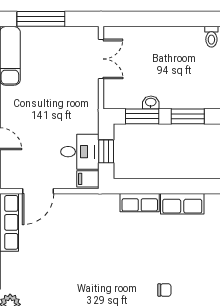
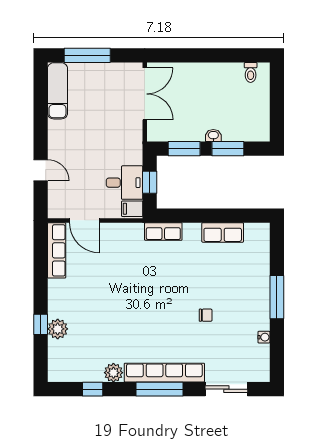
double door: (101, 59) -> (145, 94), width x1.37
washbasin: (151, 102) -> (213, 136), moved
door: (38, 191) -> (84, 220), hinge flipped
row of seats: (140, 203) -> (163, 231), moved

